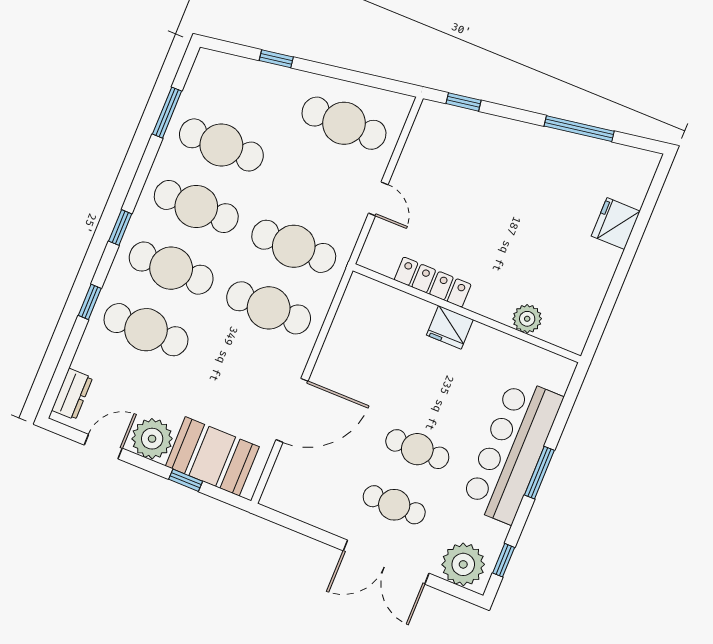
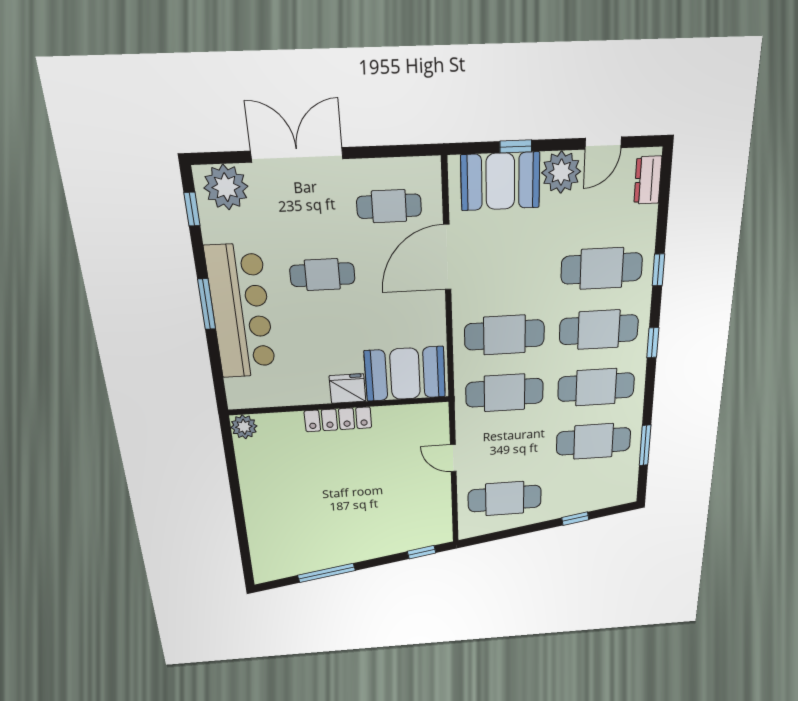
fridge: (616, 224) -> (261, 523), removed
locker: (433, 282) -> (338, 419), moved
booth: (385, 315) -> (405, 374), added
plant: (527, 319) -> (244, 427), moved
cafe table: (394, 505) -> (389, 206), moved

